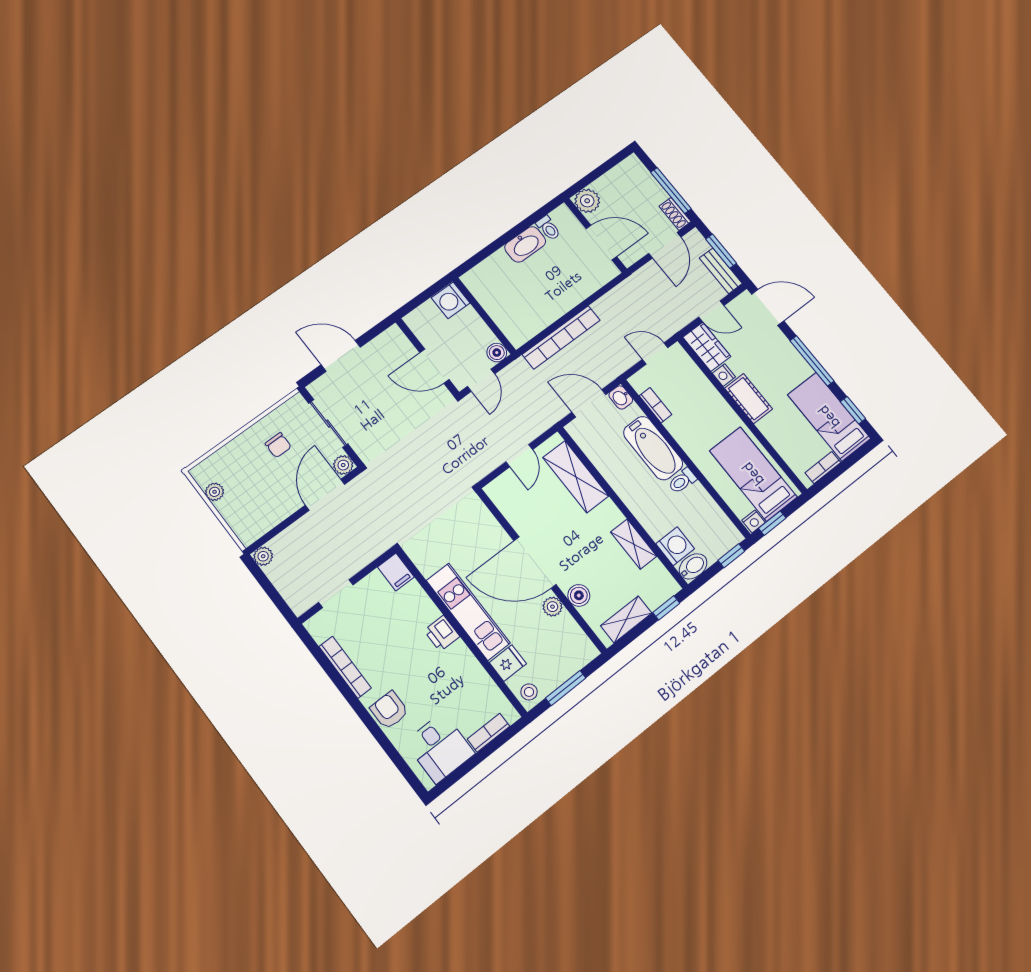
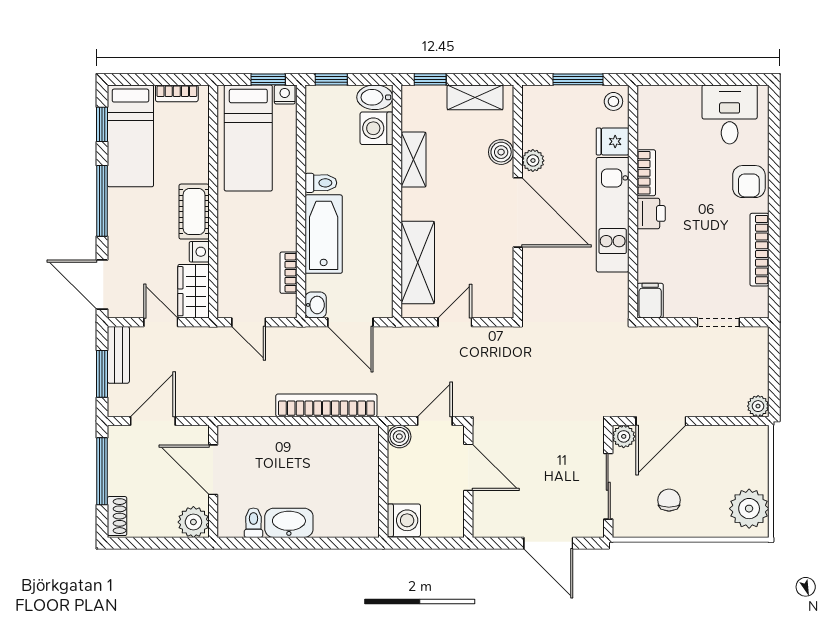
shoe rack: (675, 214) -> (117, 516), moved
plant: (215, 492) -> (749, 509), width x1.88, depth x1.88
bookcase: (488, 733) -> (646, 173), moved, turned -90

